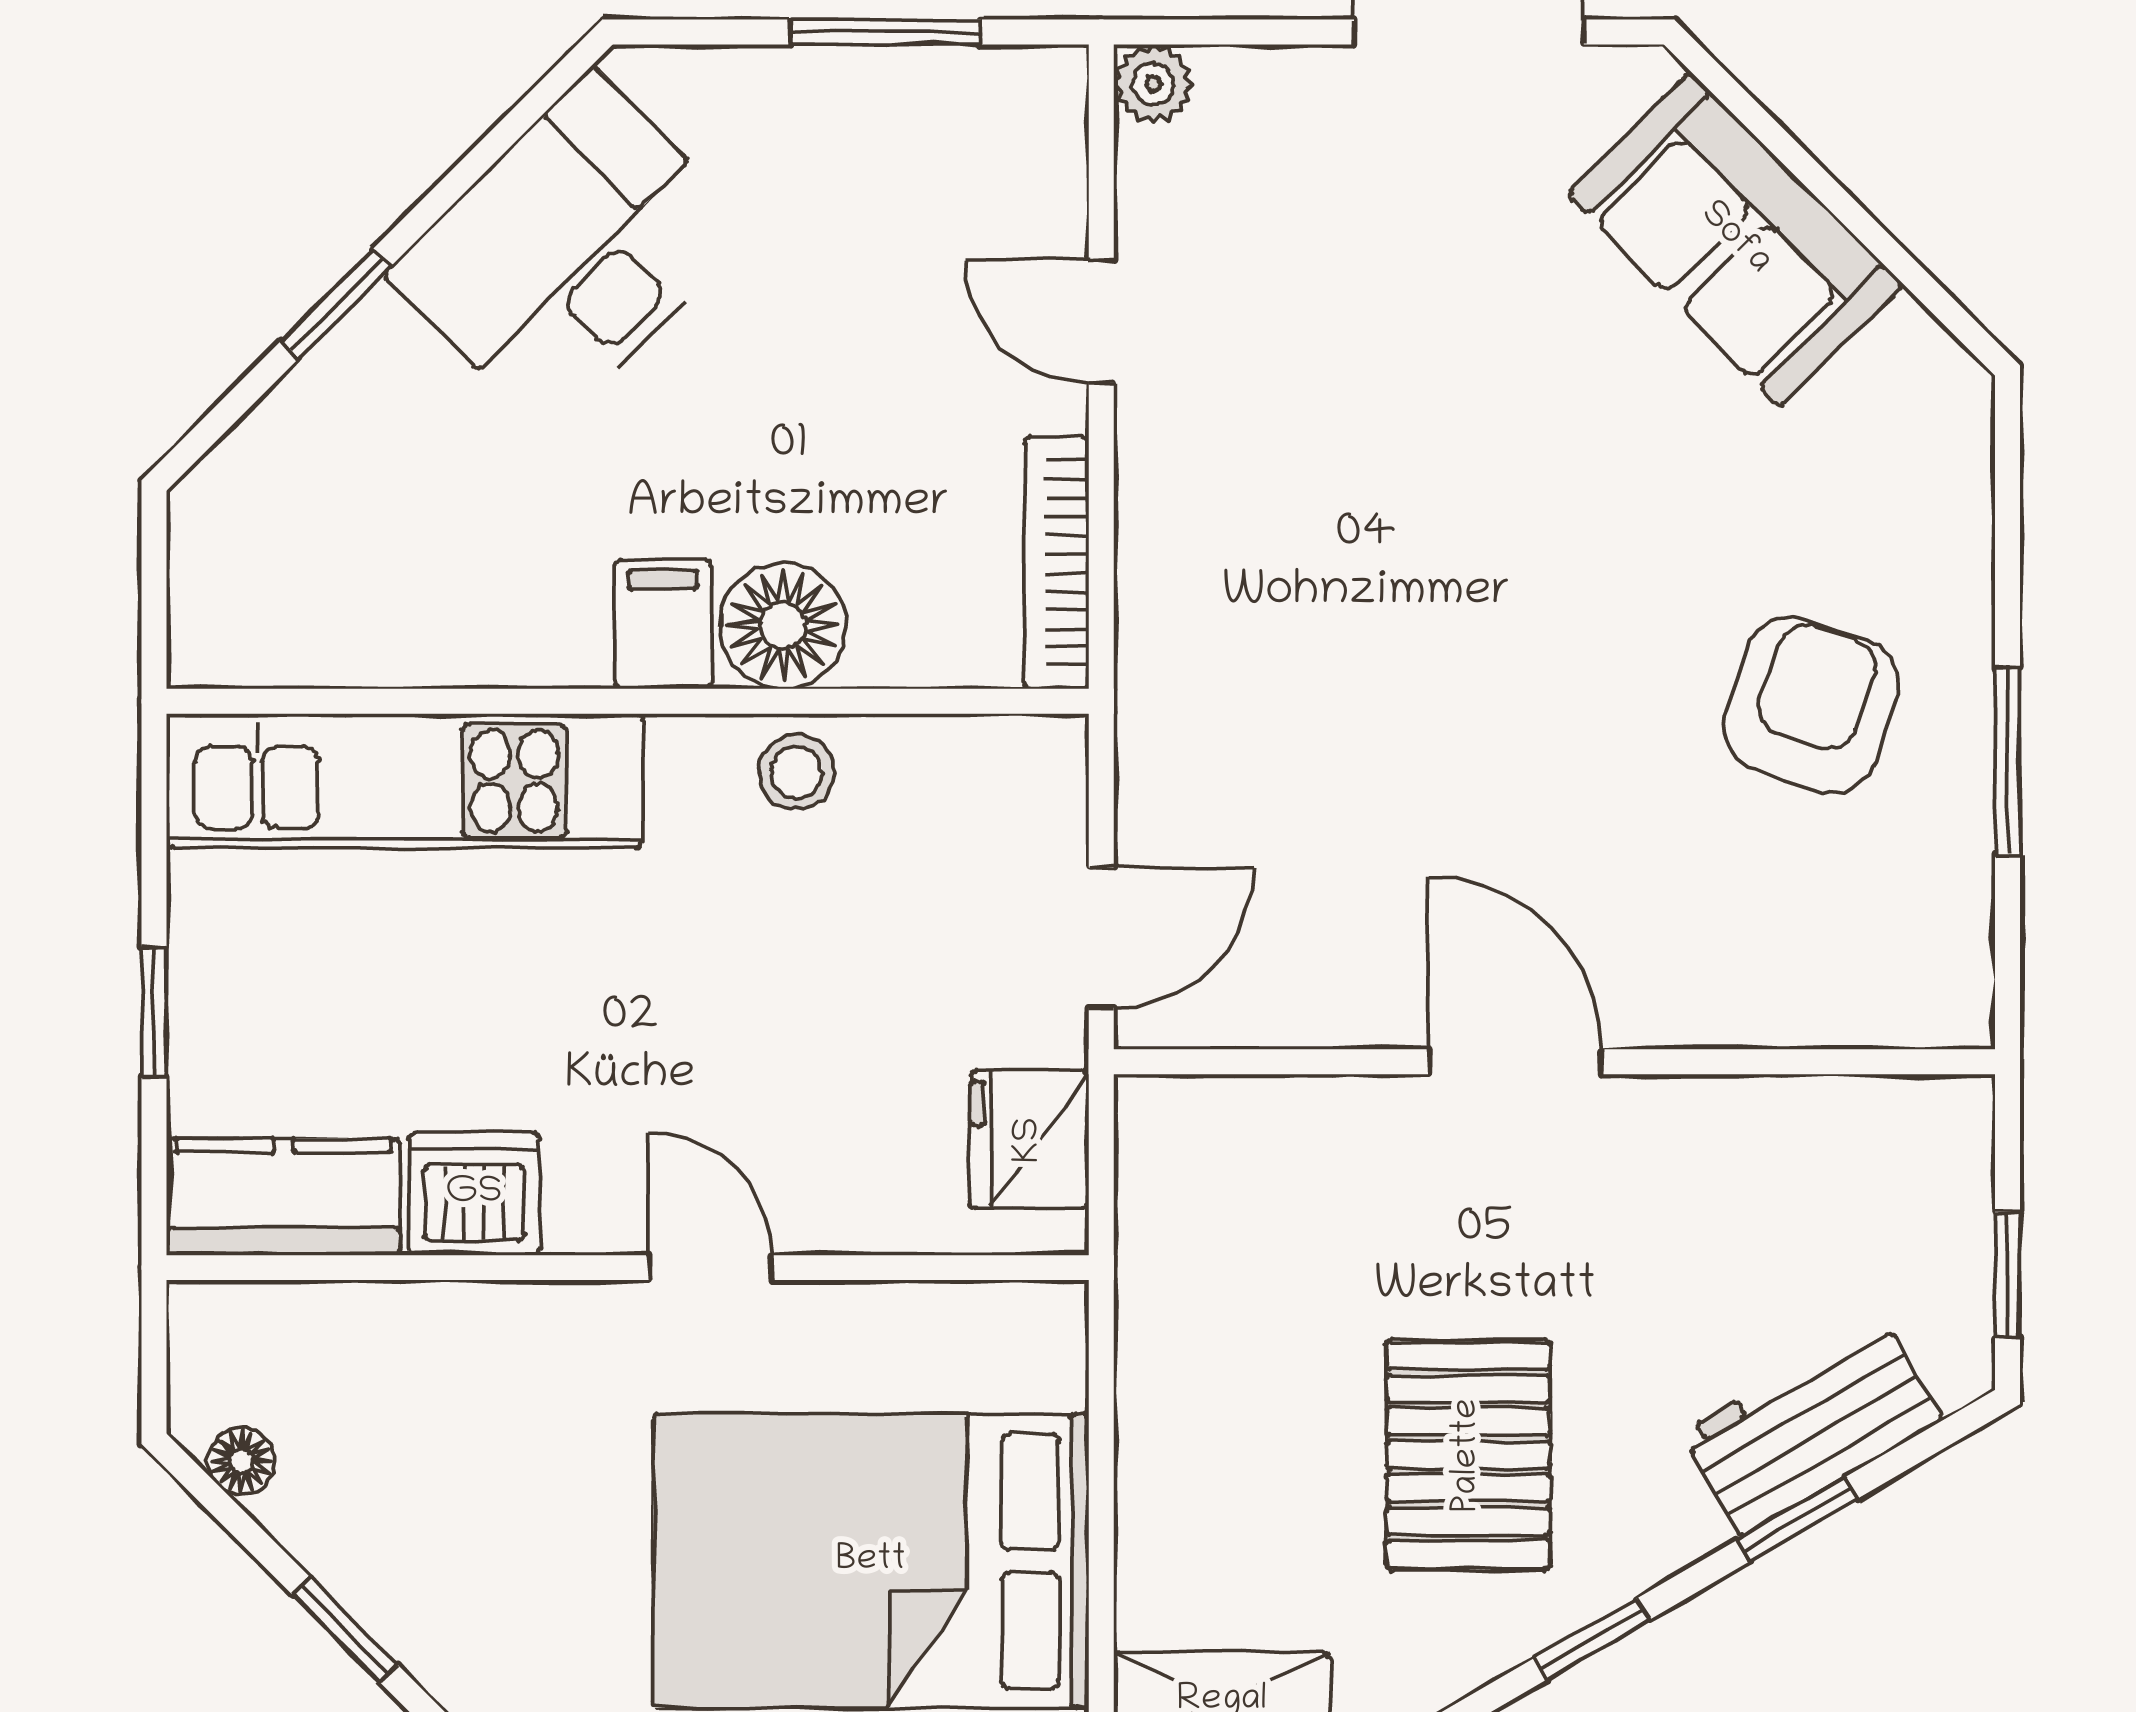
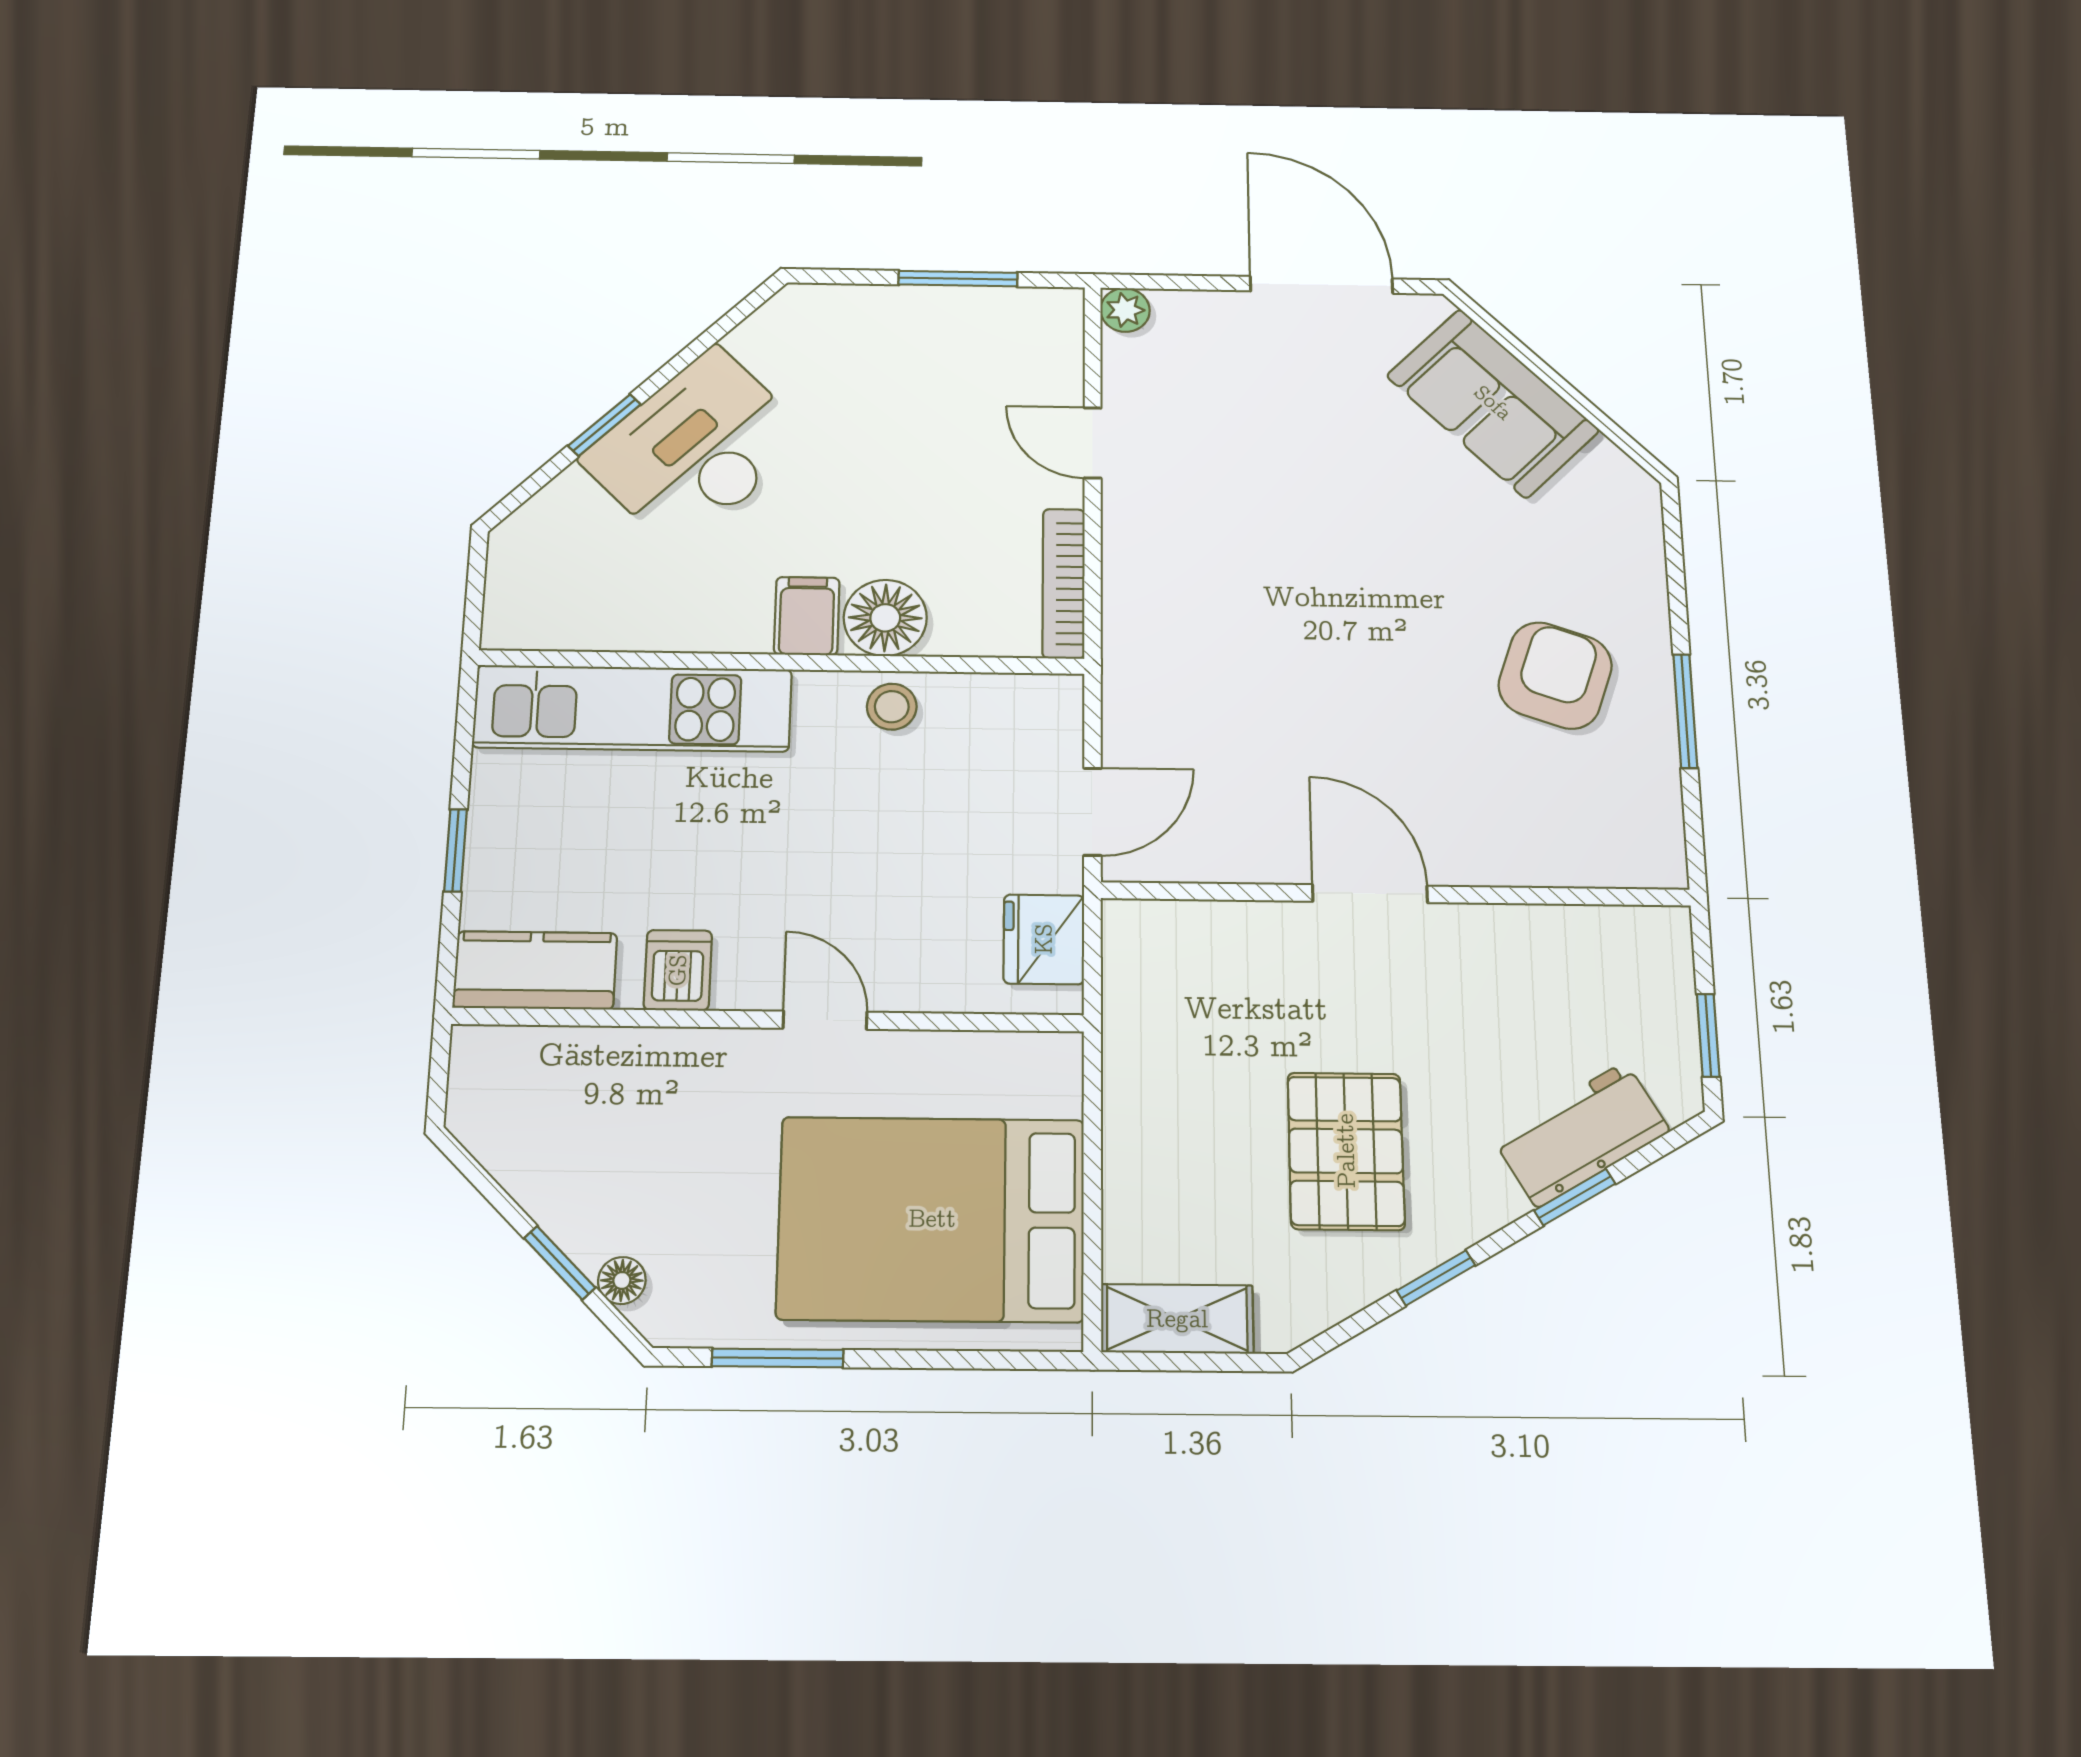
desk: (570, 252) -> (696, 448), moved
dishwasher: (474, 1194) -> (678, 970), width x0.73
floor lamp: (241, 1461) -> (622, 1280), moved

